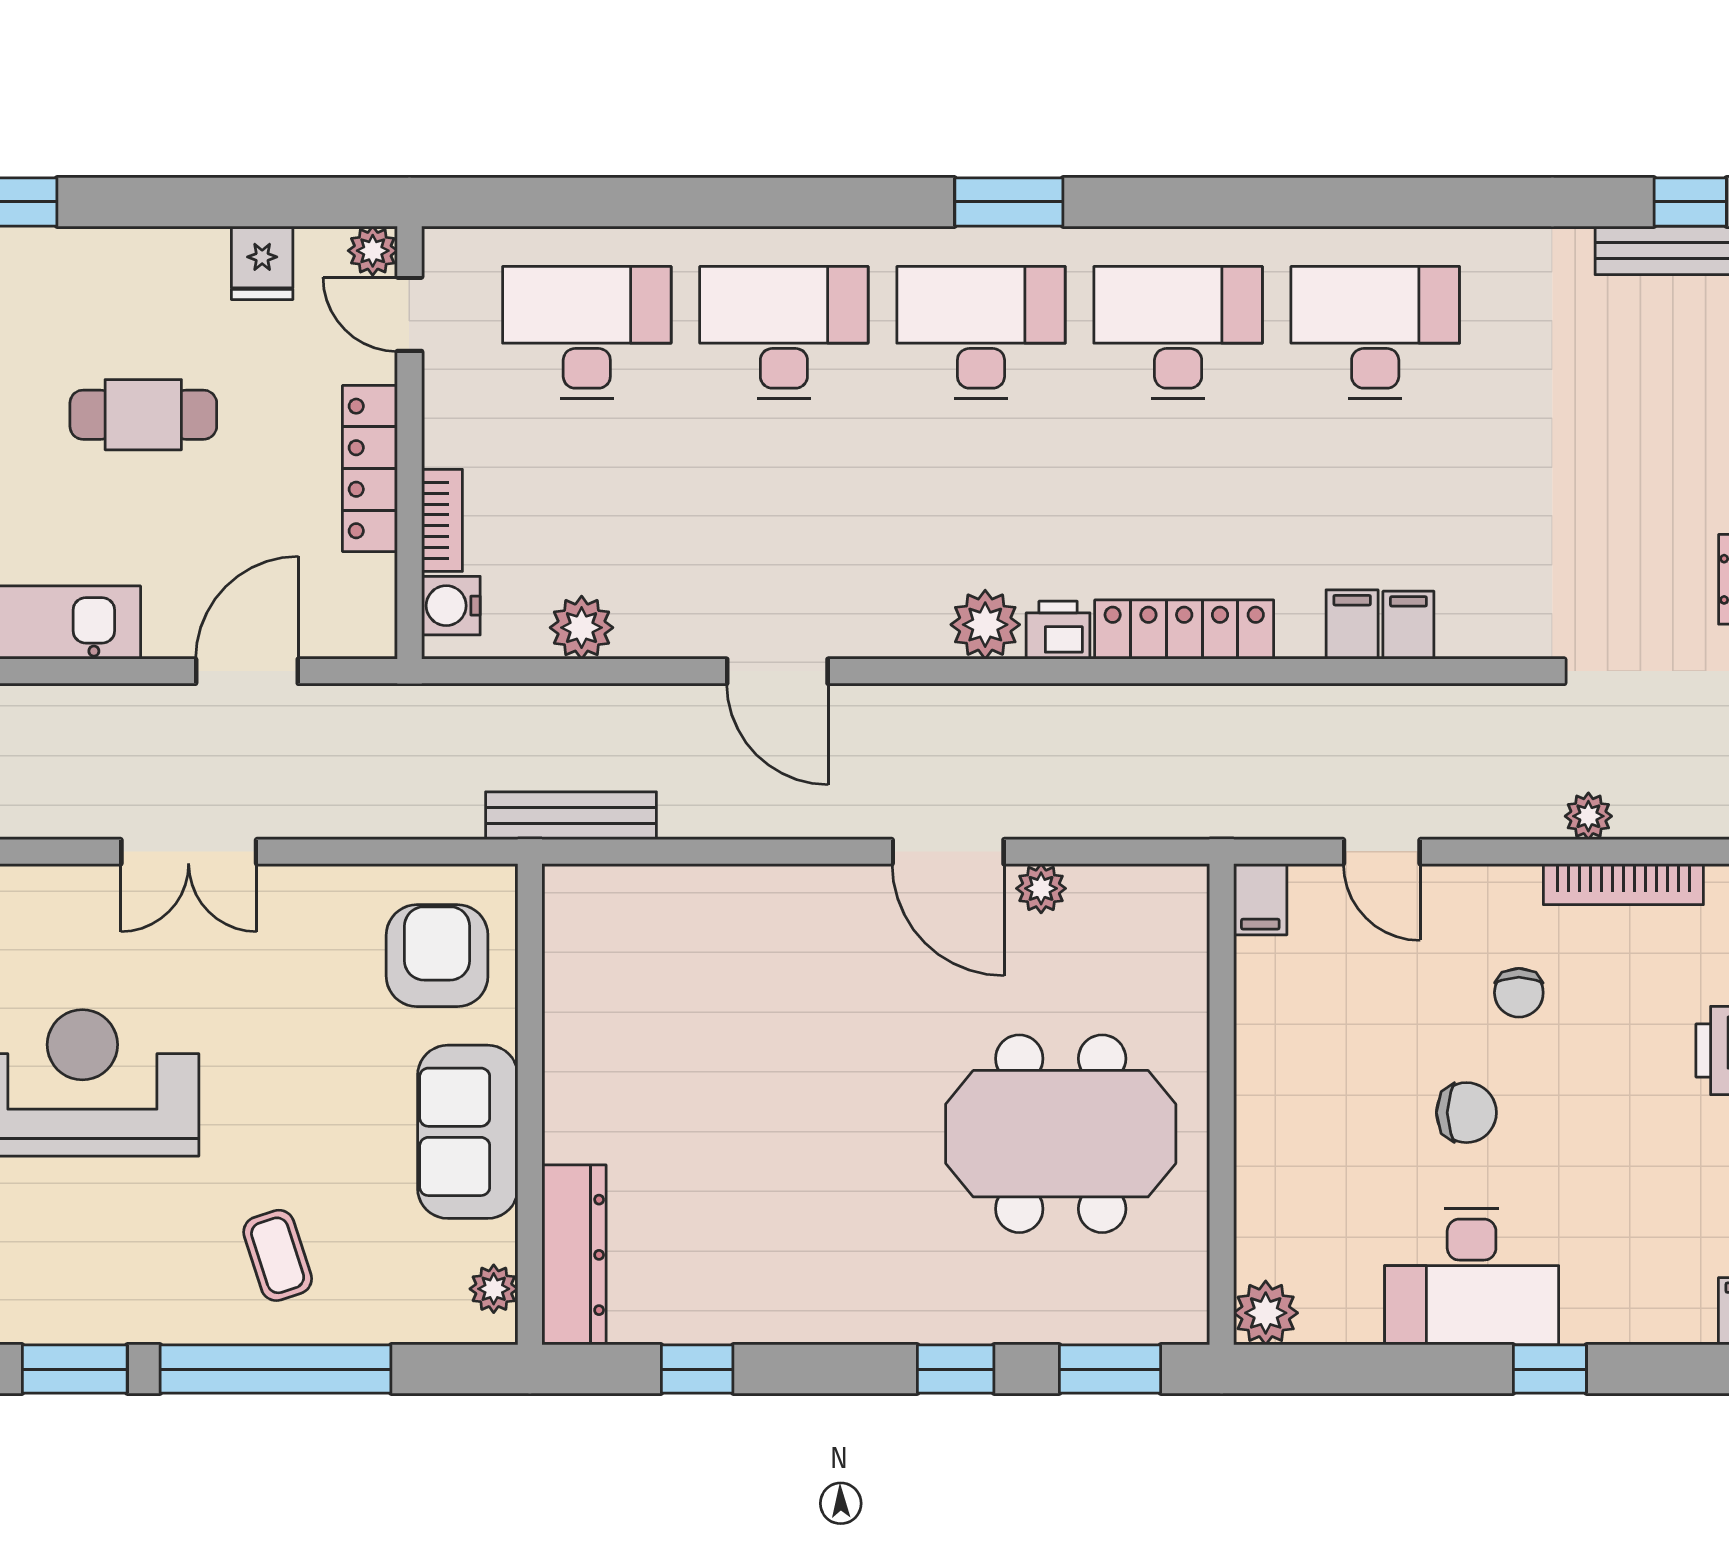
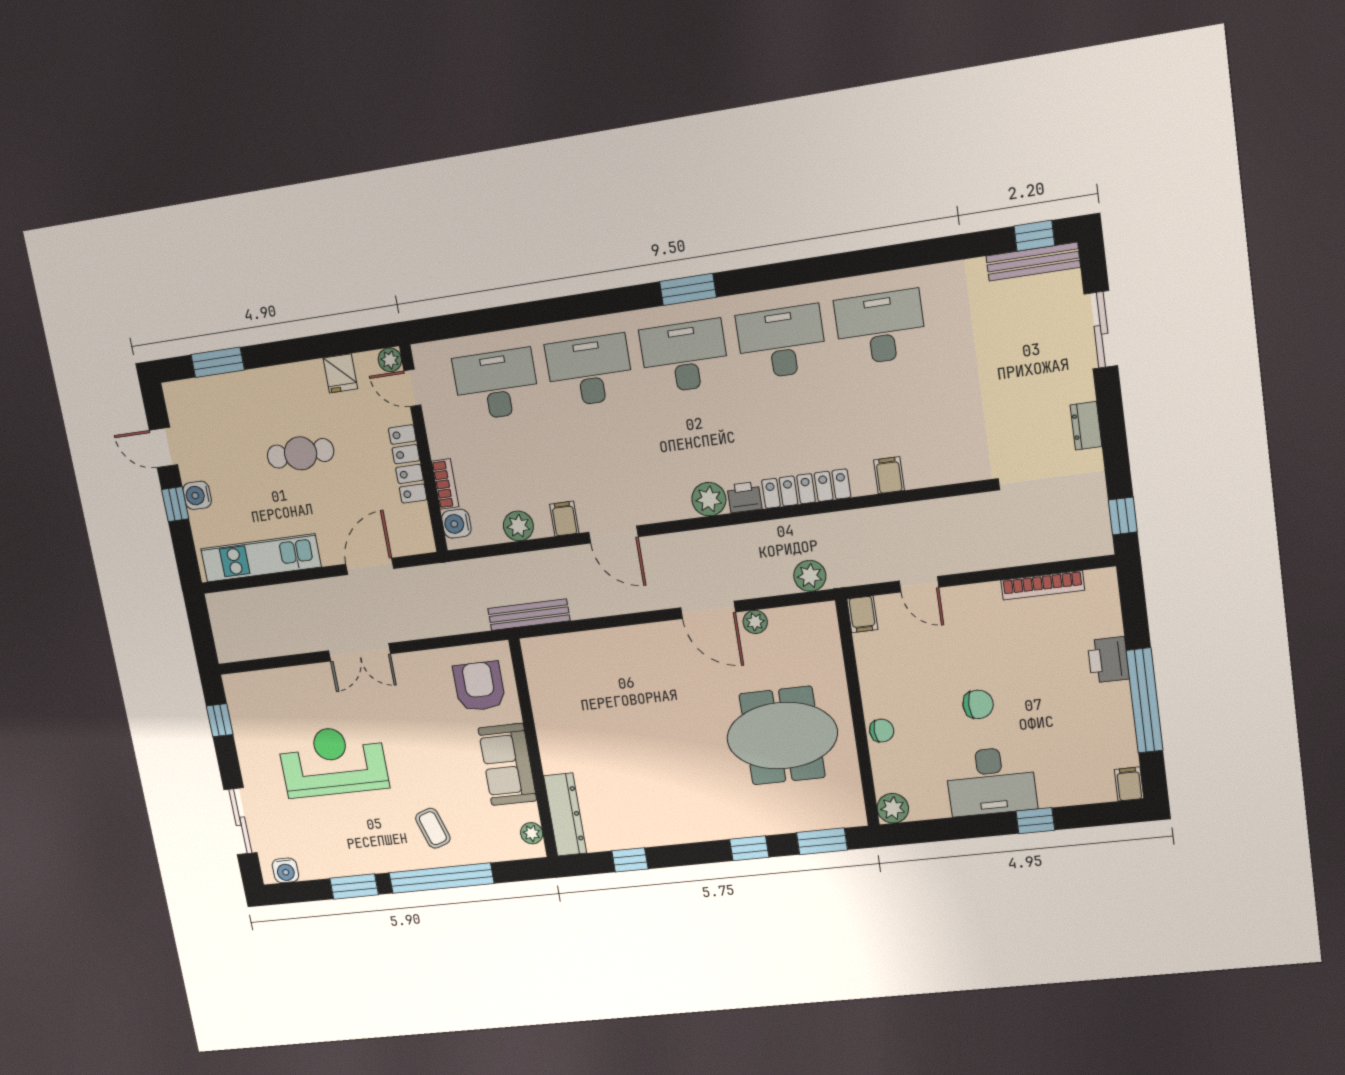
filing cabinet: (1408, 625) -> (564, 519), moved
plant: (1588, 816) -> (810, 576), moved, width x1.38, depth x1.38
chair: (1519, 993) -> (882, 731), moved, turned -93

